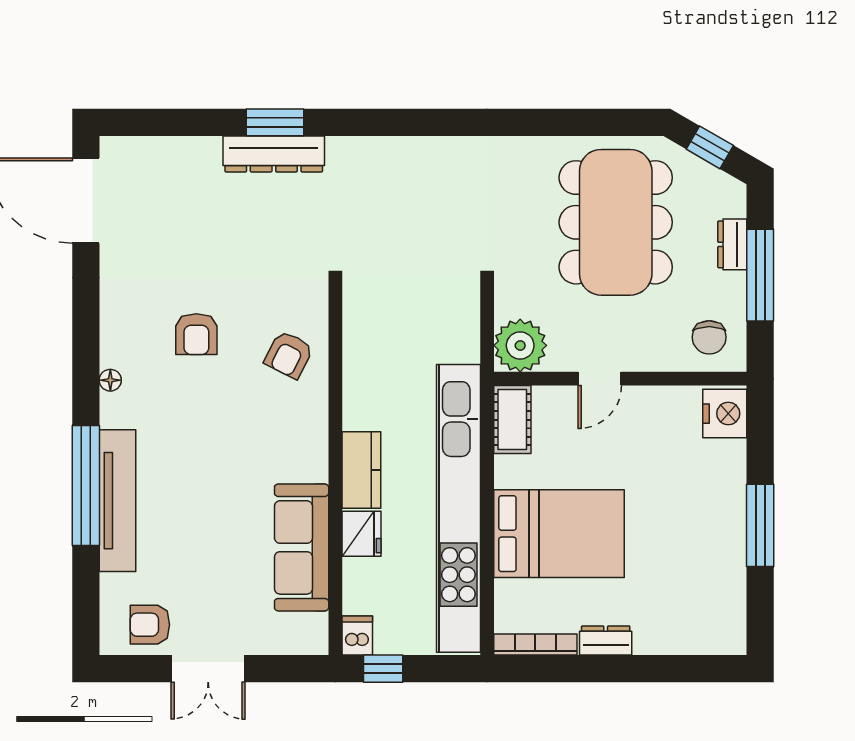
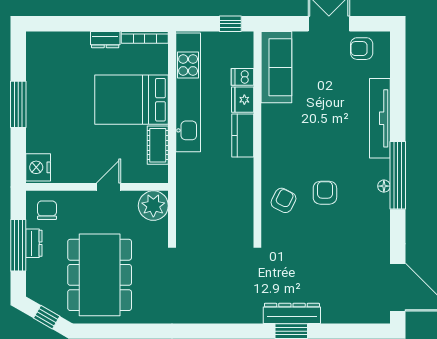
dresser: (732, 244) -> (34, 243), moved
armchair: (196, 334) -> (325, 193), moved
cot: (512, 420) -> (158, 145), moved
window: (86, 485) -> (398, 175), moved
kitchen unit: (458, 508) -> (188, 92), width x0.73
sofa: (302, 547) -> (276, 67), moved
armchair: (150, 625) -> (362, 49), turned 180
dishwasher: (357, 636) -> (242, 77), moved, turned 90

